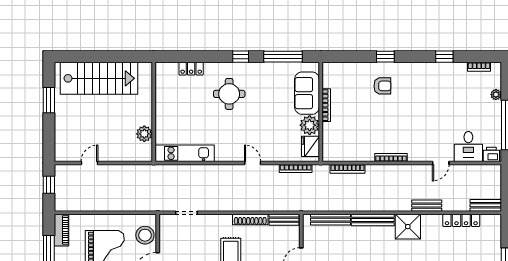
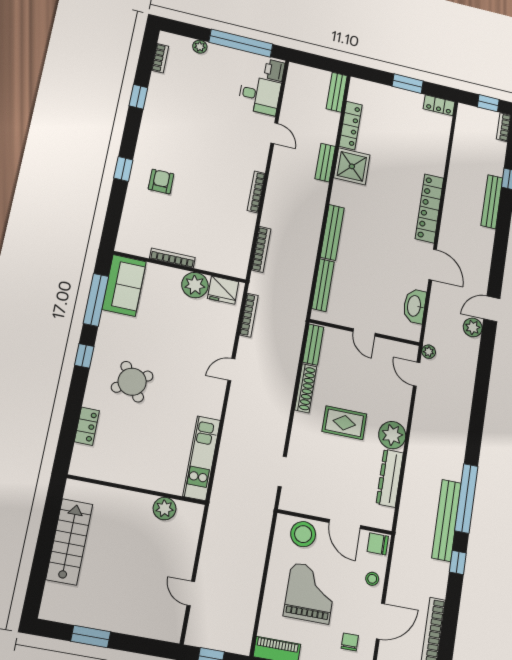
stairs: (99, 78) -> (69, 542), width x0.73, depth x0.66
sofa: (307, 93) -> (124, 285), moved, turned -90
round table: (229, 94) -> (132, 382), turned -32
shower: (408, 227) -> (352, 166), moved

